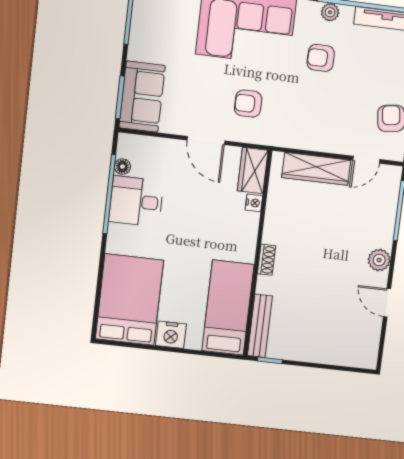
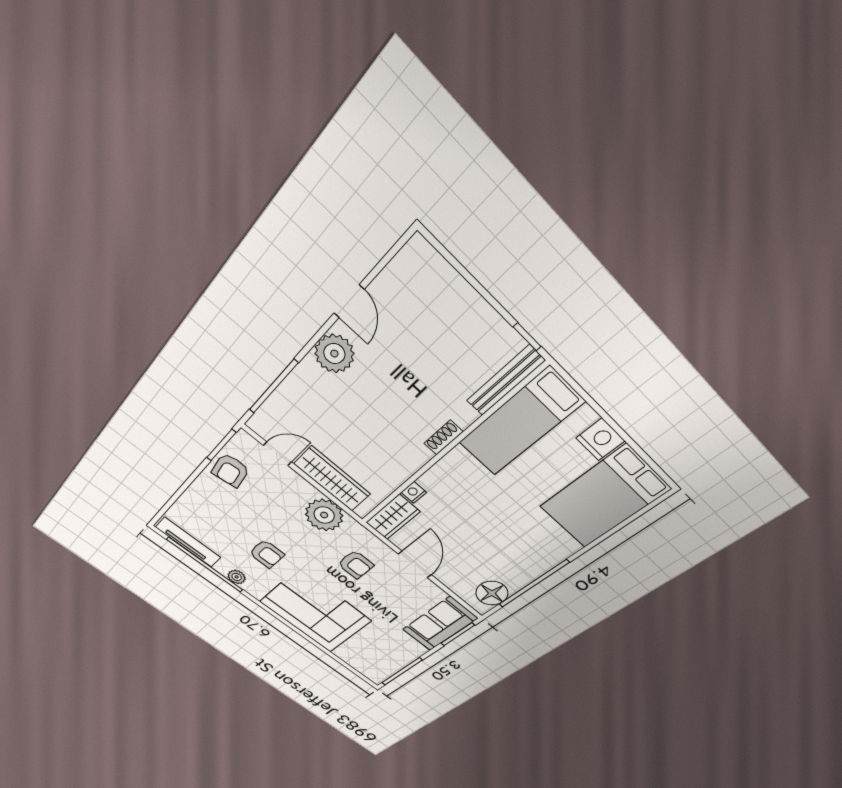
plant: (302, 132) -> (324, 515), added
floor lamp: (122, 167) -> (492, 593), width x1.89, depth x1.89
desk: (136, 201) -> (517, 564), removed
plant: (379, 260) -> (334, 354), width x1.36, depth x1.36

